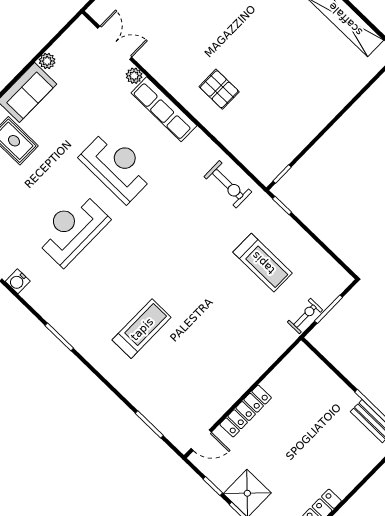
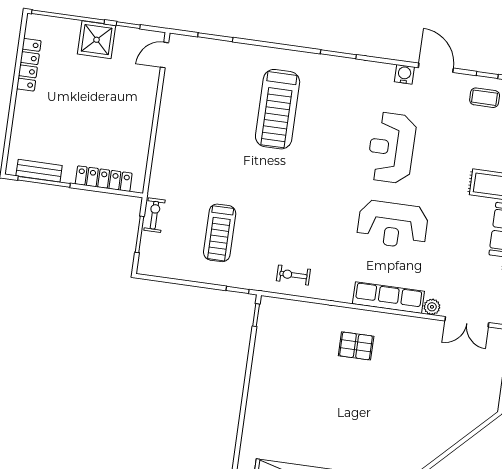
exercise bike: (228, 184) -> (293, 275), width x0.73, depth x0.72
reception desk: (72, 229) -> (391, 148), turned 180
treadmill: (263, 263) -> (220, 233), turned -90
exercise bike: (305, 316) -> (154, 215), turned 180
treadmill: (142, 329) -> (278, 109), width x1.37, depth x1.38
locker: (246, 411) -> (104, 179), moved, turned 90

